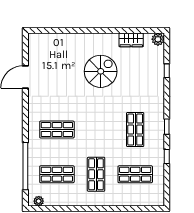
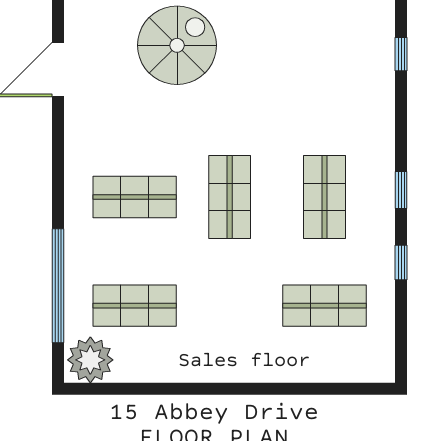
spiral stairs: (101, 71) -> (177, 45), moved
shop shelf: (96, 174) -> (230, 197), moved
plant: (39, 201) -> (90, 360), width x1.88, depth x1.88

